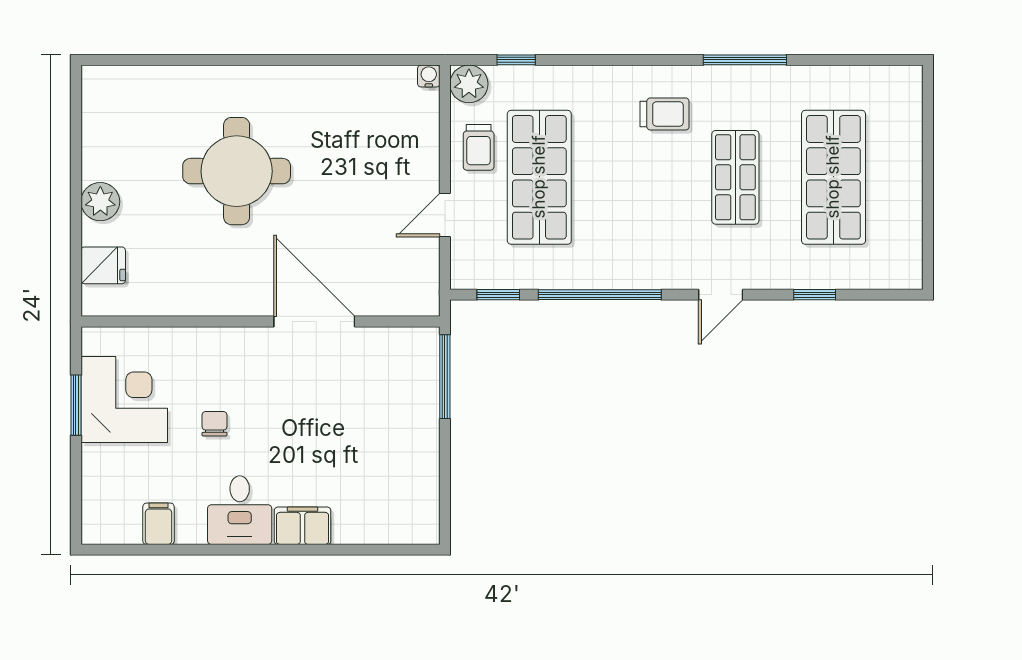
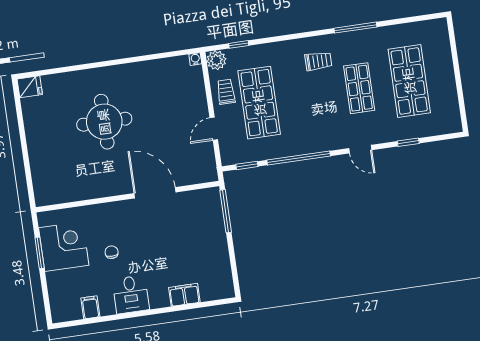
trolley: (479, 147) -> (226, 92), turned 180
plant: (100, 202) -> (37, 147), removed
fridge: (103, 265) -> (30, 87), moved
door: (721, 295) -> (360, 149), hinge flipped
filing cabinet: (303, 526) -> (184, 295), moved

